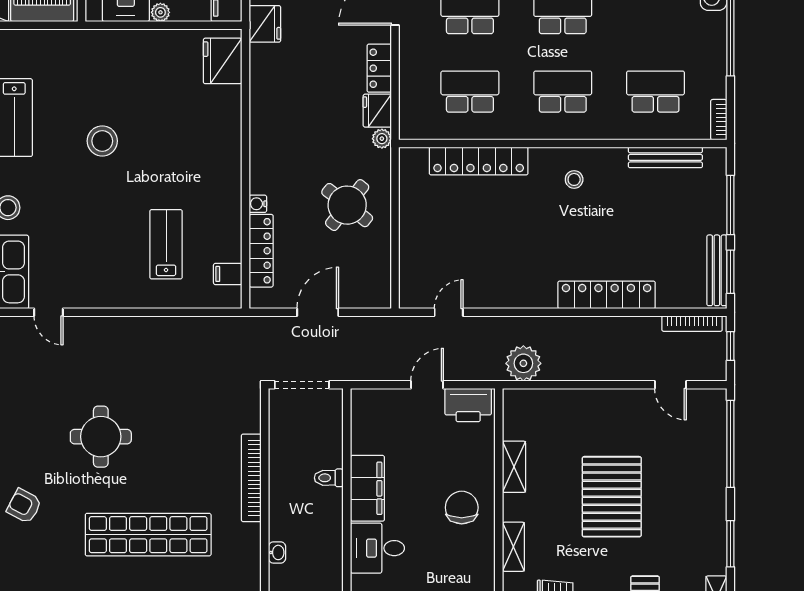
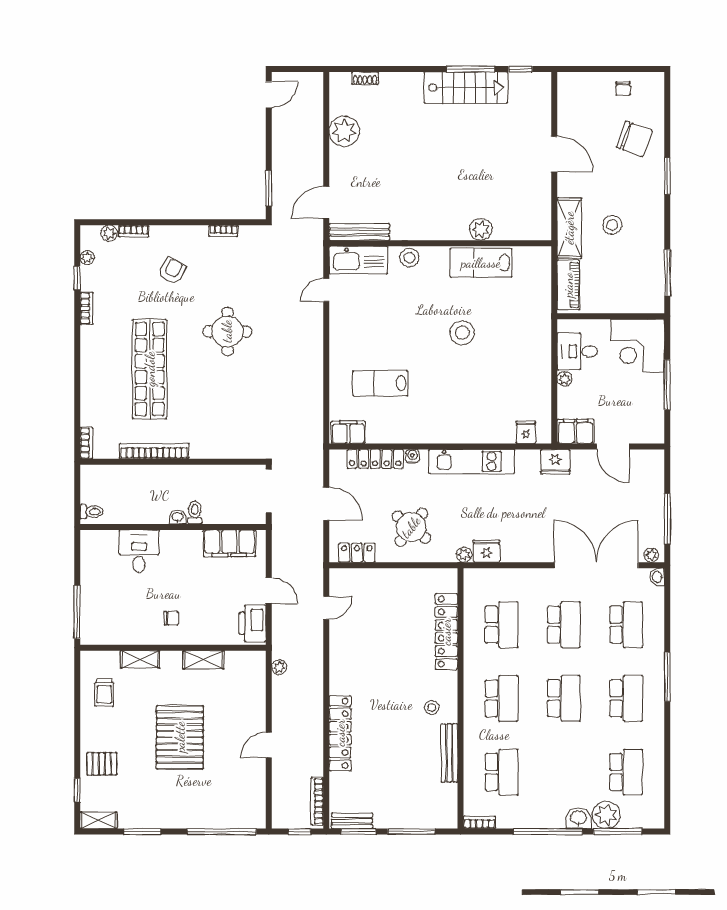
fridge: (223, 61) -> (526, 432), width x0.53, depth x0.75
locker: (379, 68) -> (357, 553), moved
kitchen unit: (264, 129) -> (472, 461), added
bench: (665, 157) -> (449, 753), moved
lab bench: (166, 244) -> (380, 383), turned 180
bench: (717, 270) -> (352, 821), width x0.73
filing cabinet: (228, 274) -> (348, 432), width x2.00
door: (449, 312) -> (326, 608), hinge flipped
plant: (523, 363) -> (279, 667), width x0.53, depth x0.53
door: (670, 385) -> (269, 745), moved
bookcase: (251, 478) -> (154, 451), moved
filing cabinet: (367, 488) -> (229, 543), moved
pallet: (612, 497) -> (180, 737), turned 90
chair: (462, 508) -> (171, 618), width x0.54, depth x0.54
washbasin: (277, 552) -> (178, 517), moved, turned 180

